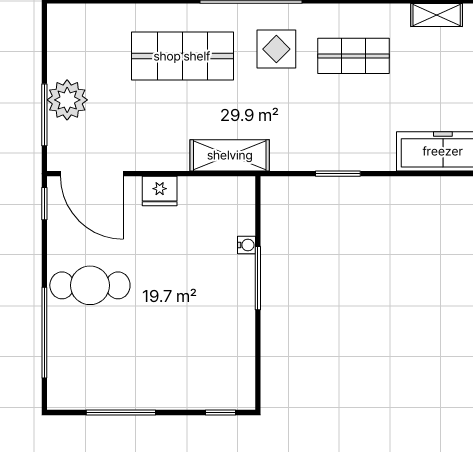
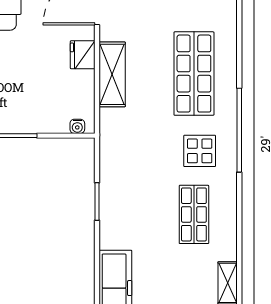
shelving: (230, 155) -> (112, 74), moved
water cooler: (247, 245) -> (77, 126), moved

